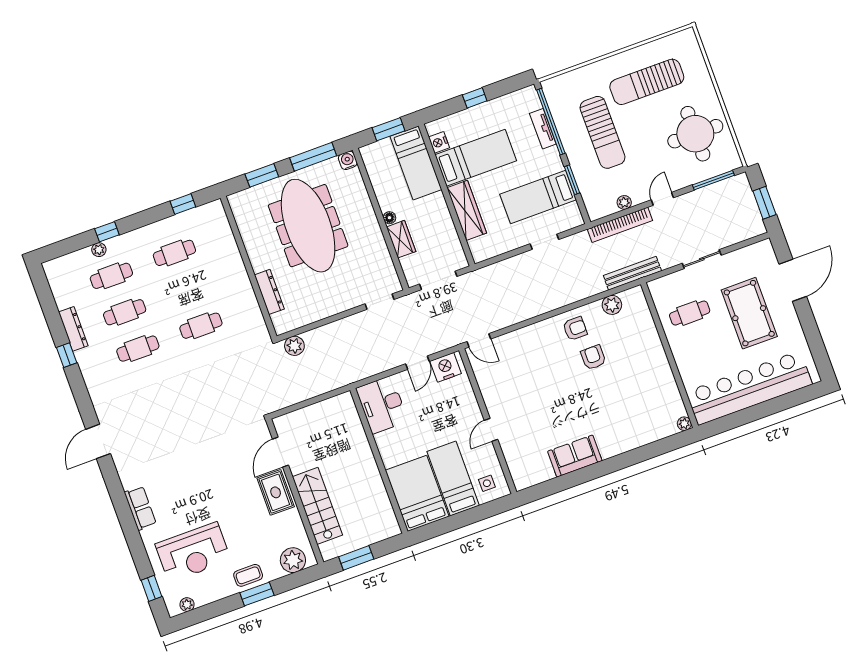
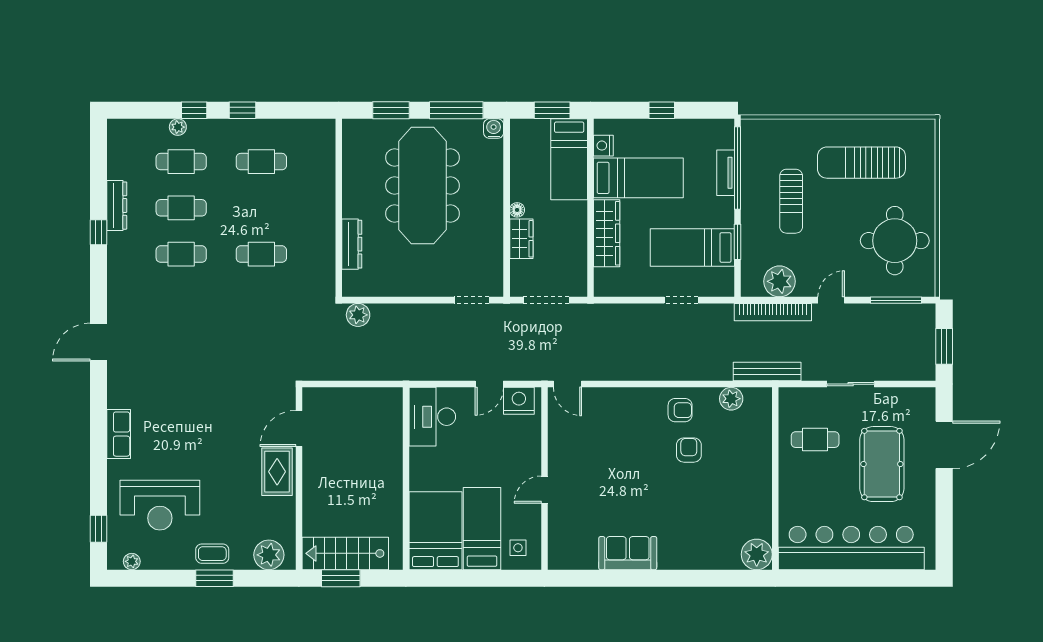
sun lounger: (603, 132) -> (791, 201), width x0.73, depth x0.75
plant: (624, 202) -> (780, 281), width x1.88, depth x1.88
window: (183, 204) -> (242, 110), moved
plant: (684, 424) -> (757, 554), width x1.87, depth x1.87
stairs: (317, 506) -> (345, 553), moved, turned -90

